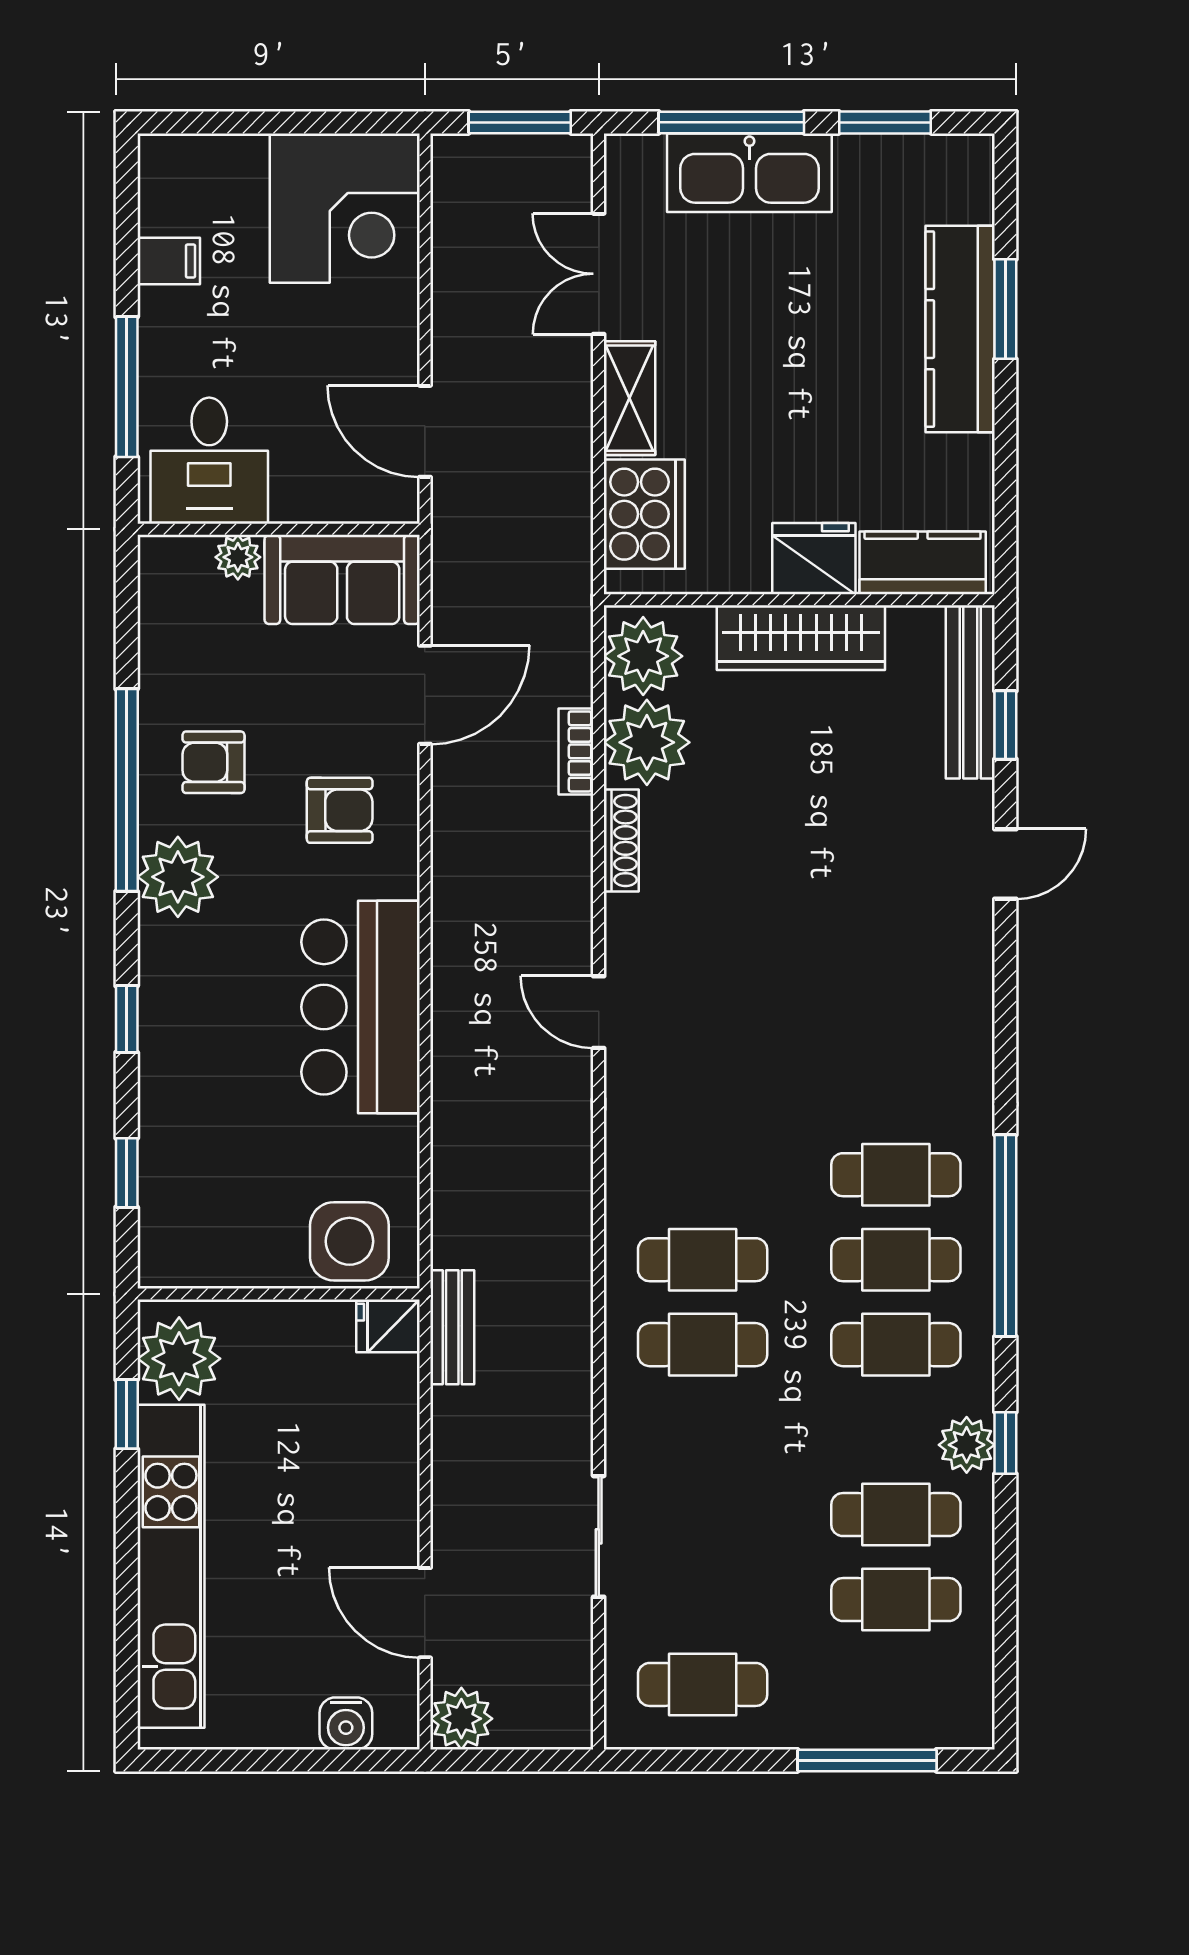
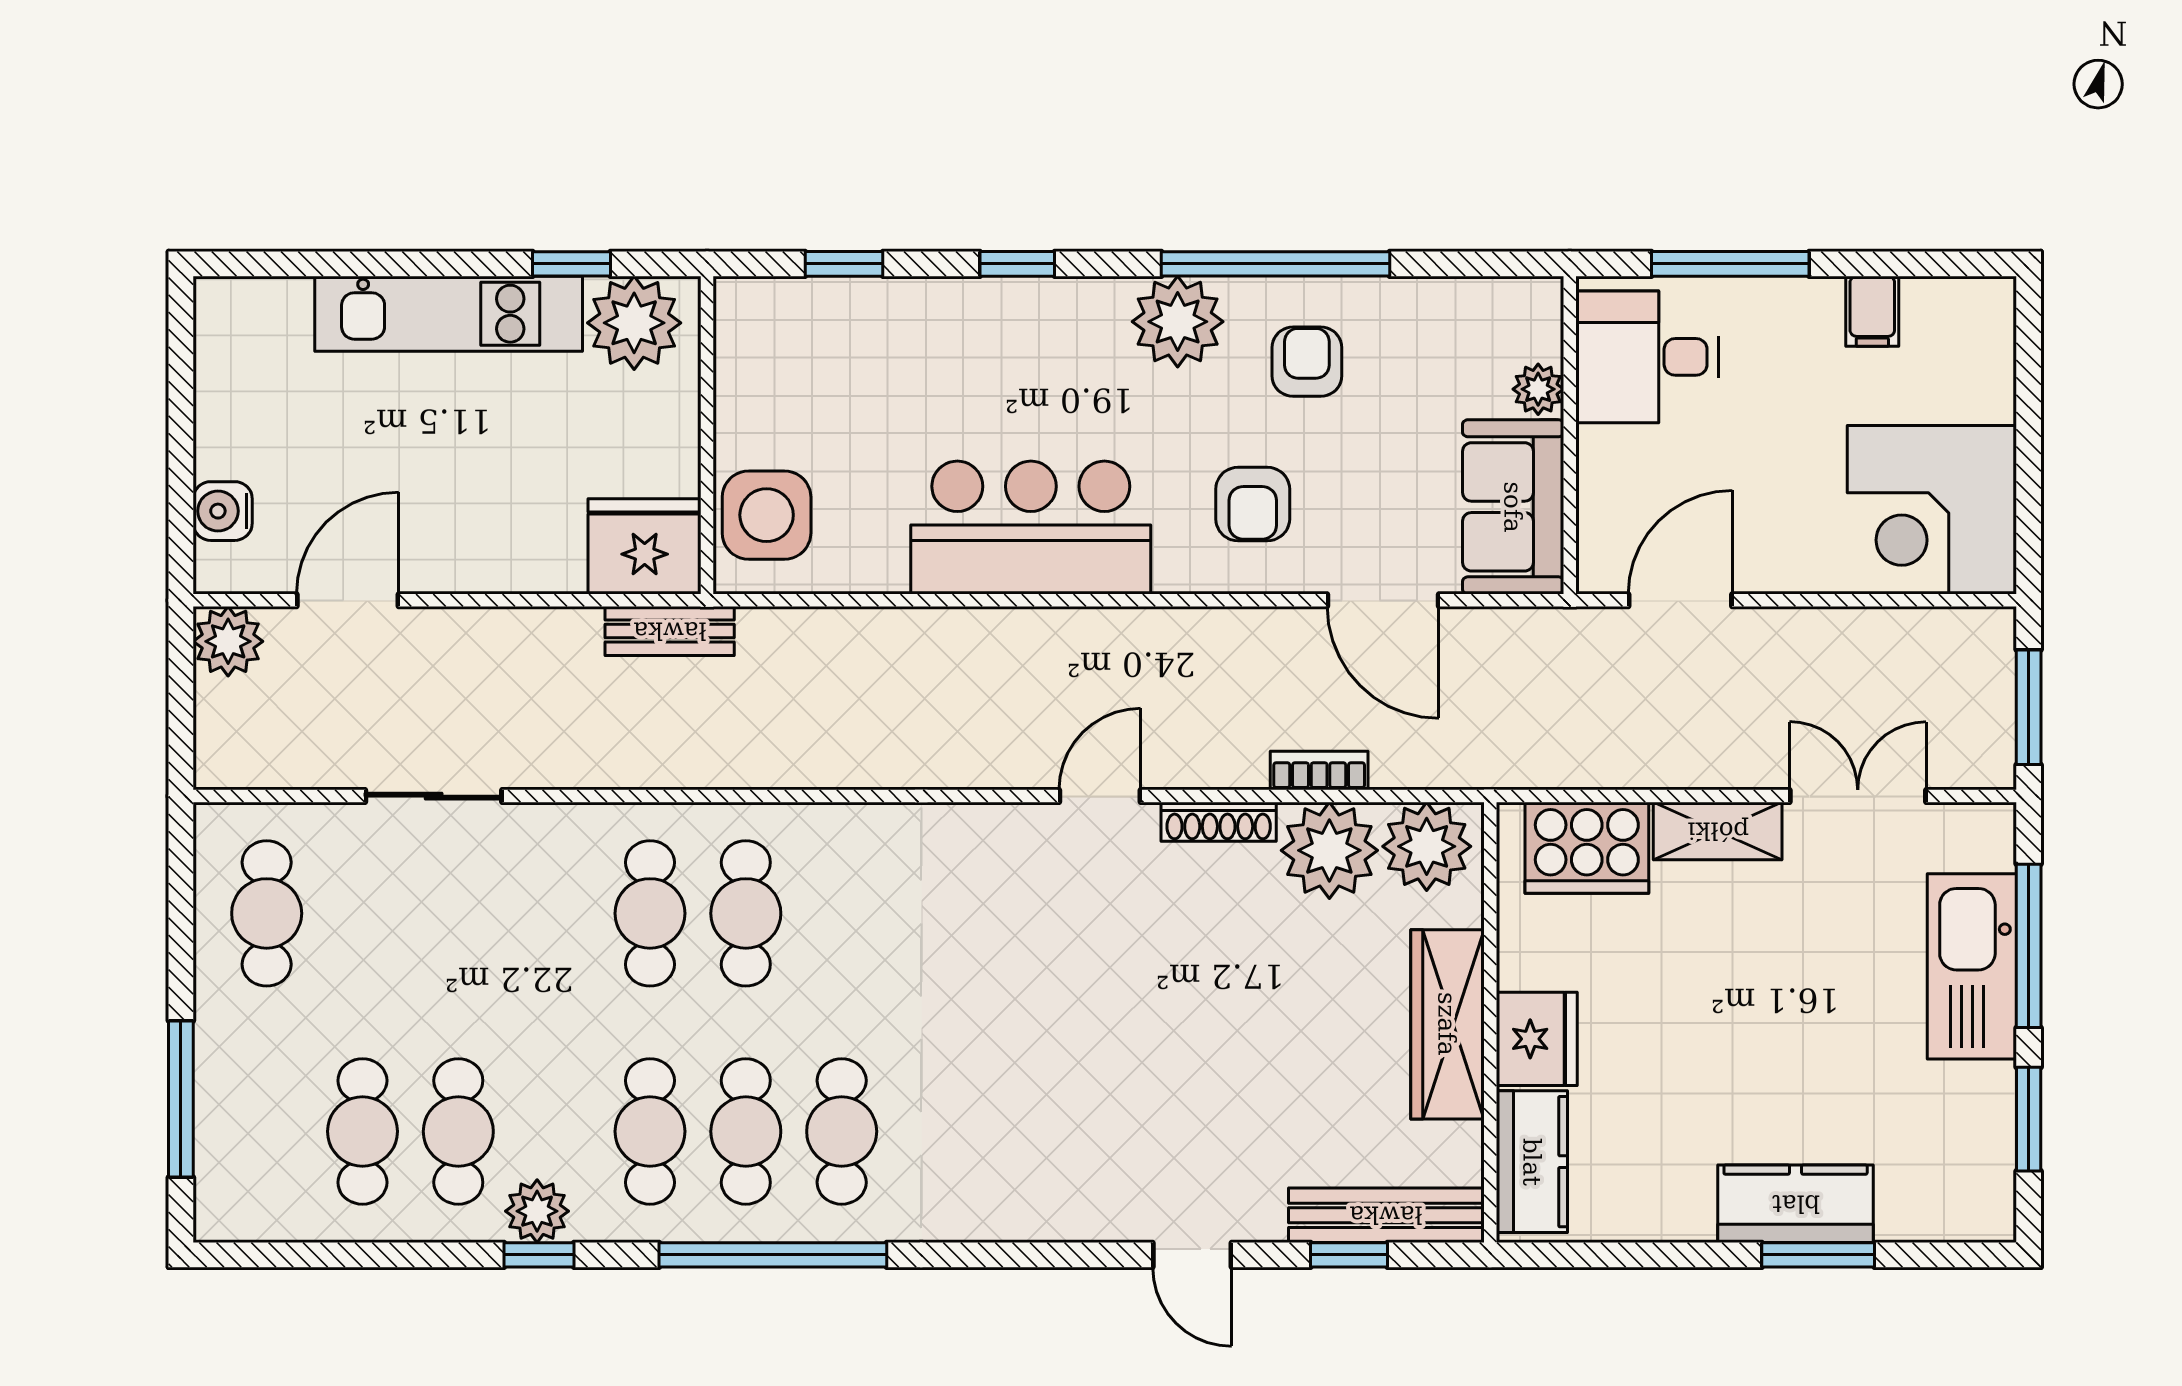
kitchen counter: (960, 329) -> (1796, 1204), width x0.67
door: (599, 1012) -> (1100, 796), moved
fridge: (388, 1326) -> (645, 546), width x1.88, depth x1.34
kitchen unit: (171, 1566) -> (449, 314), width x0.73

